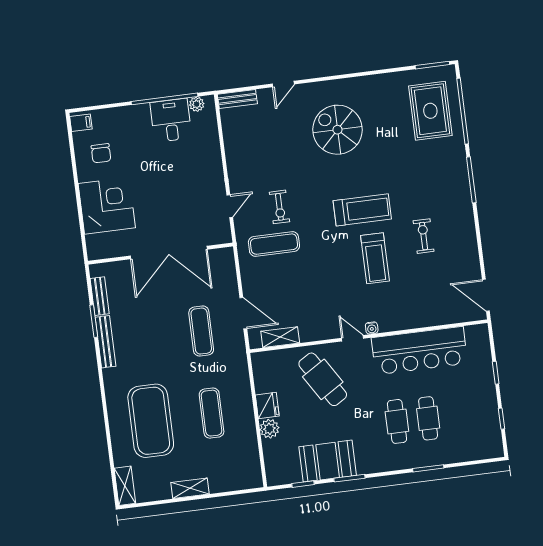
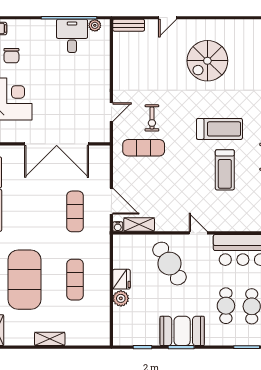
spiral stairs: (337, 130) -> (207, 61), turned -90
water cooler: (372, 328) -> (118, 227), moved
booth: (328, 461) -> (182, 331), moved

